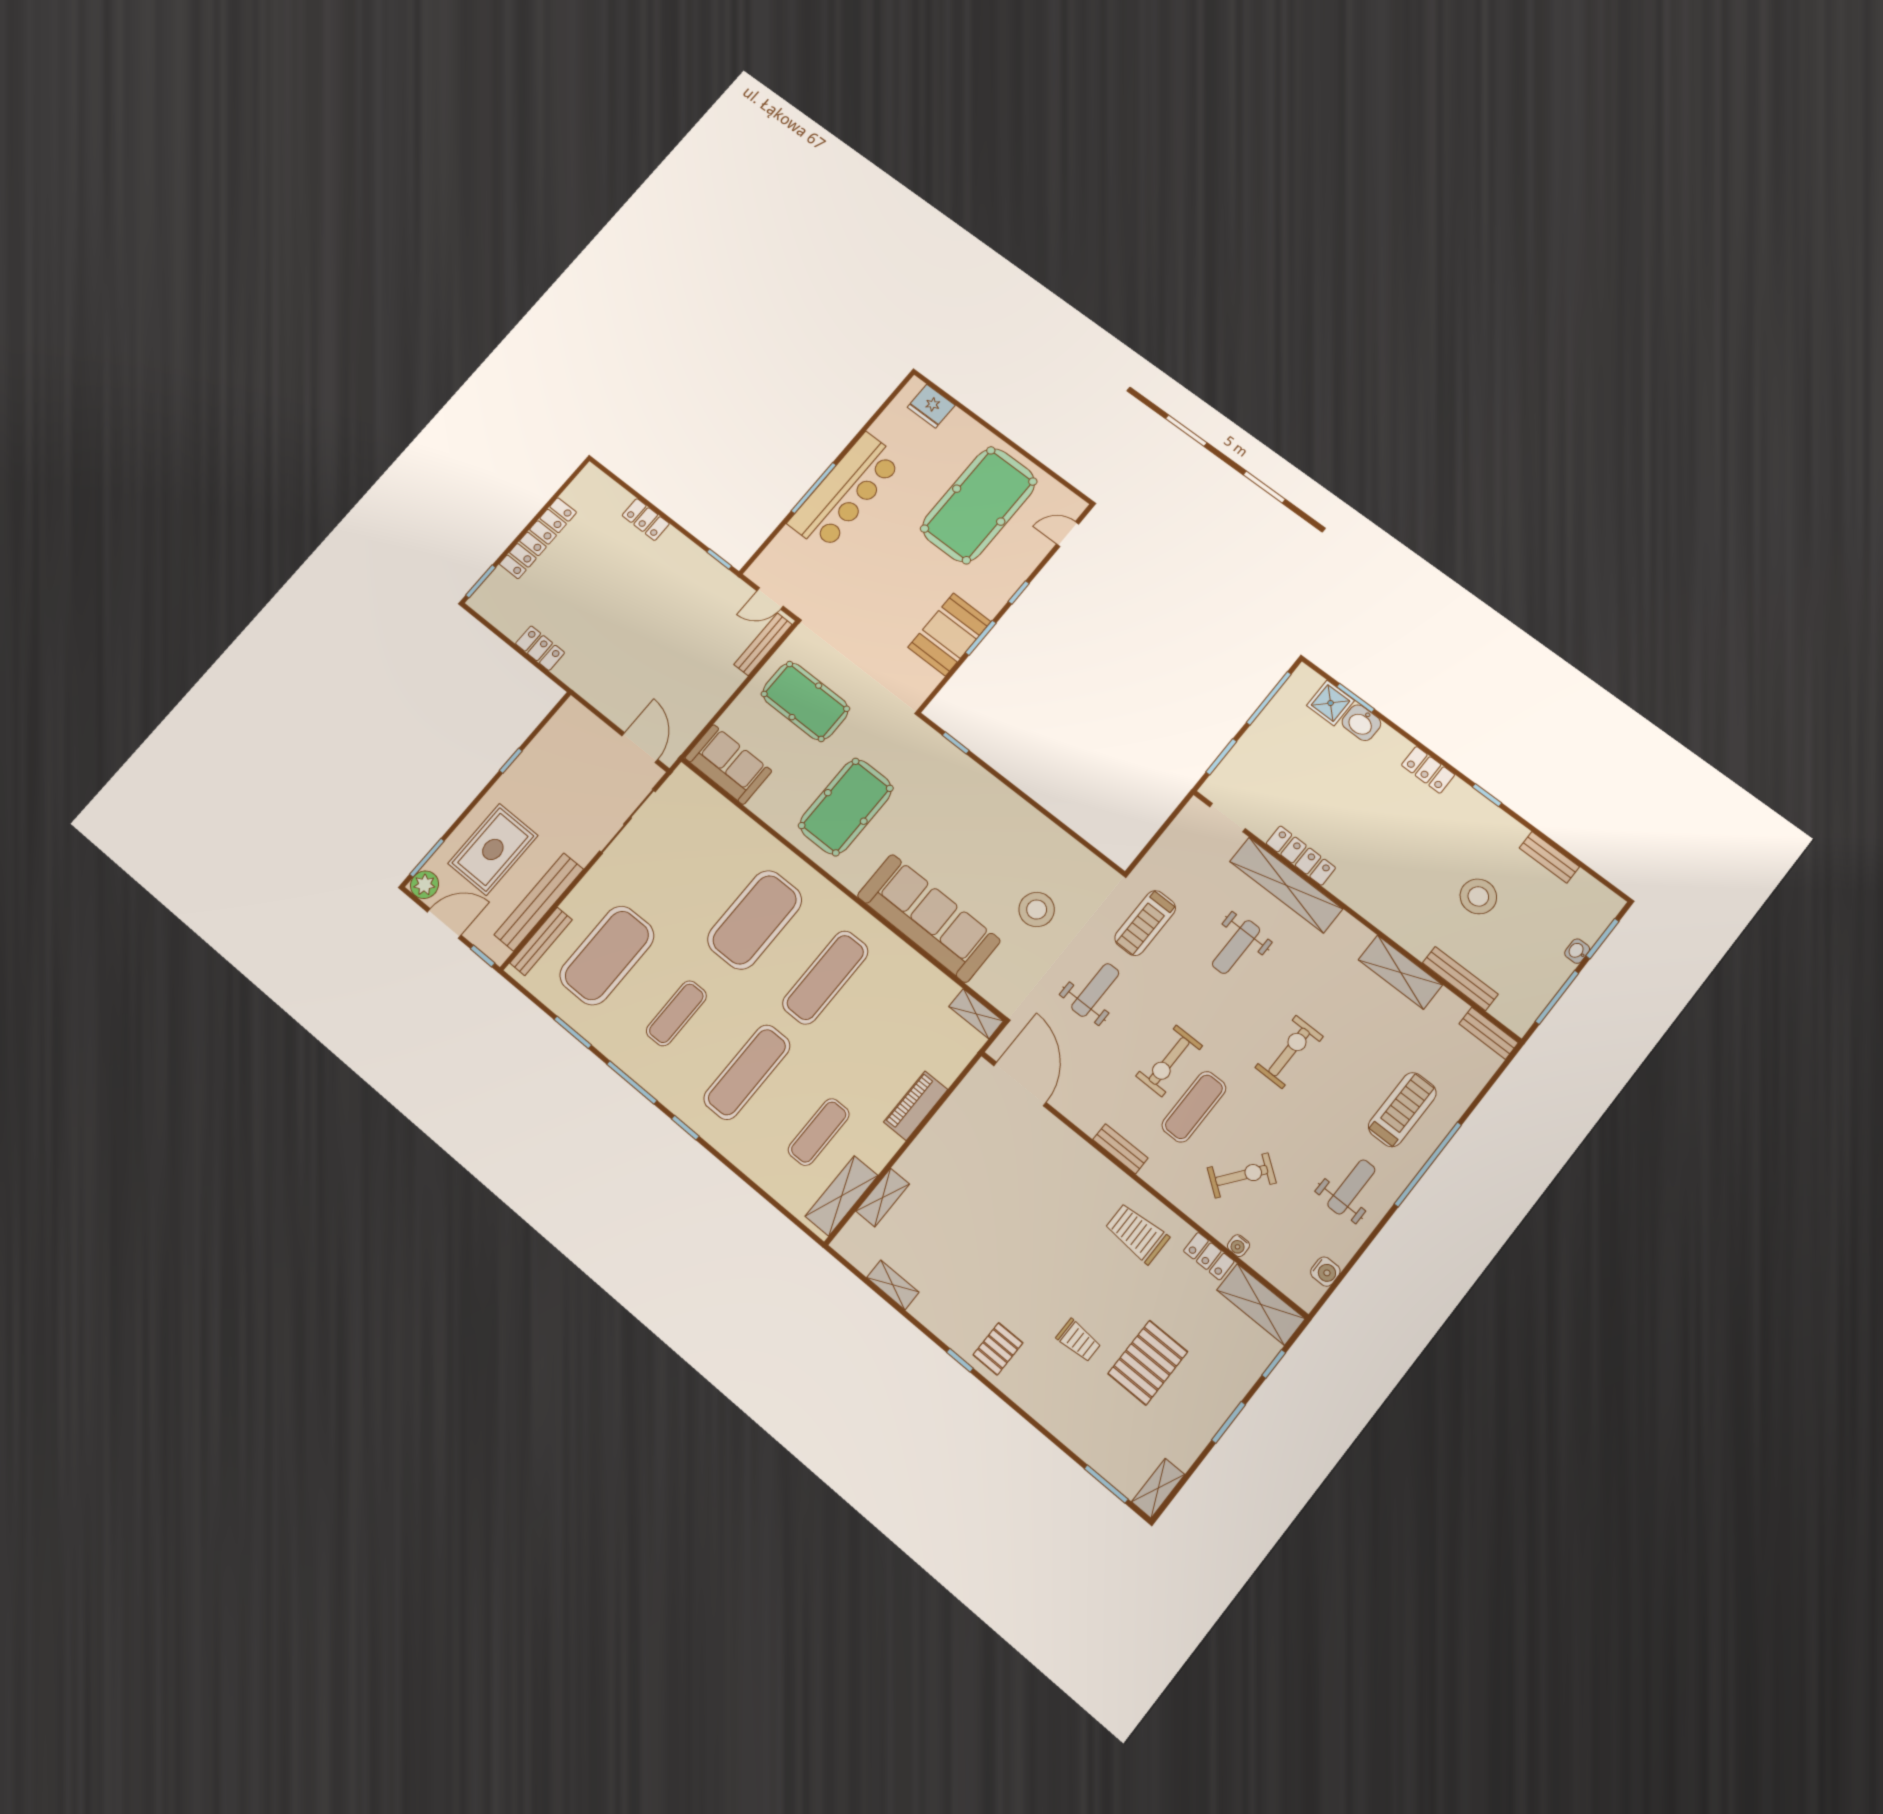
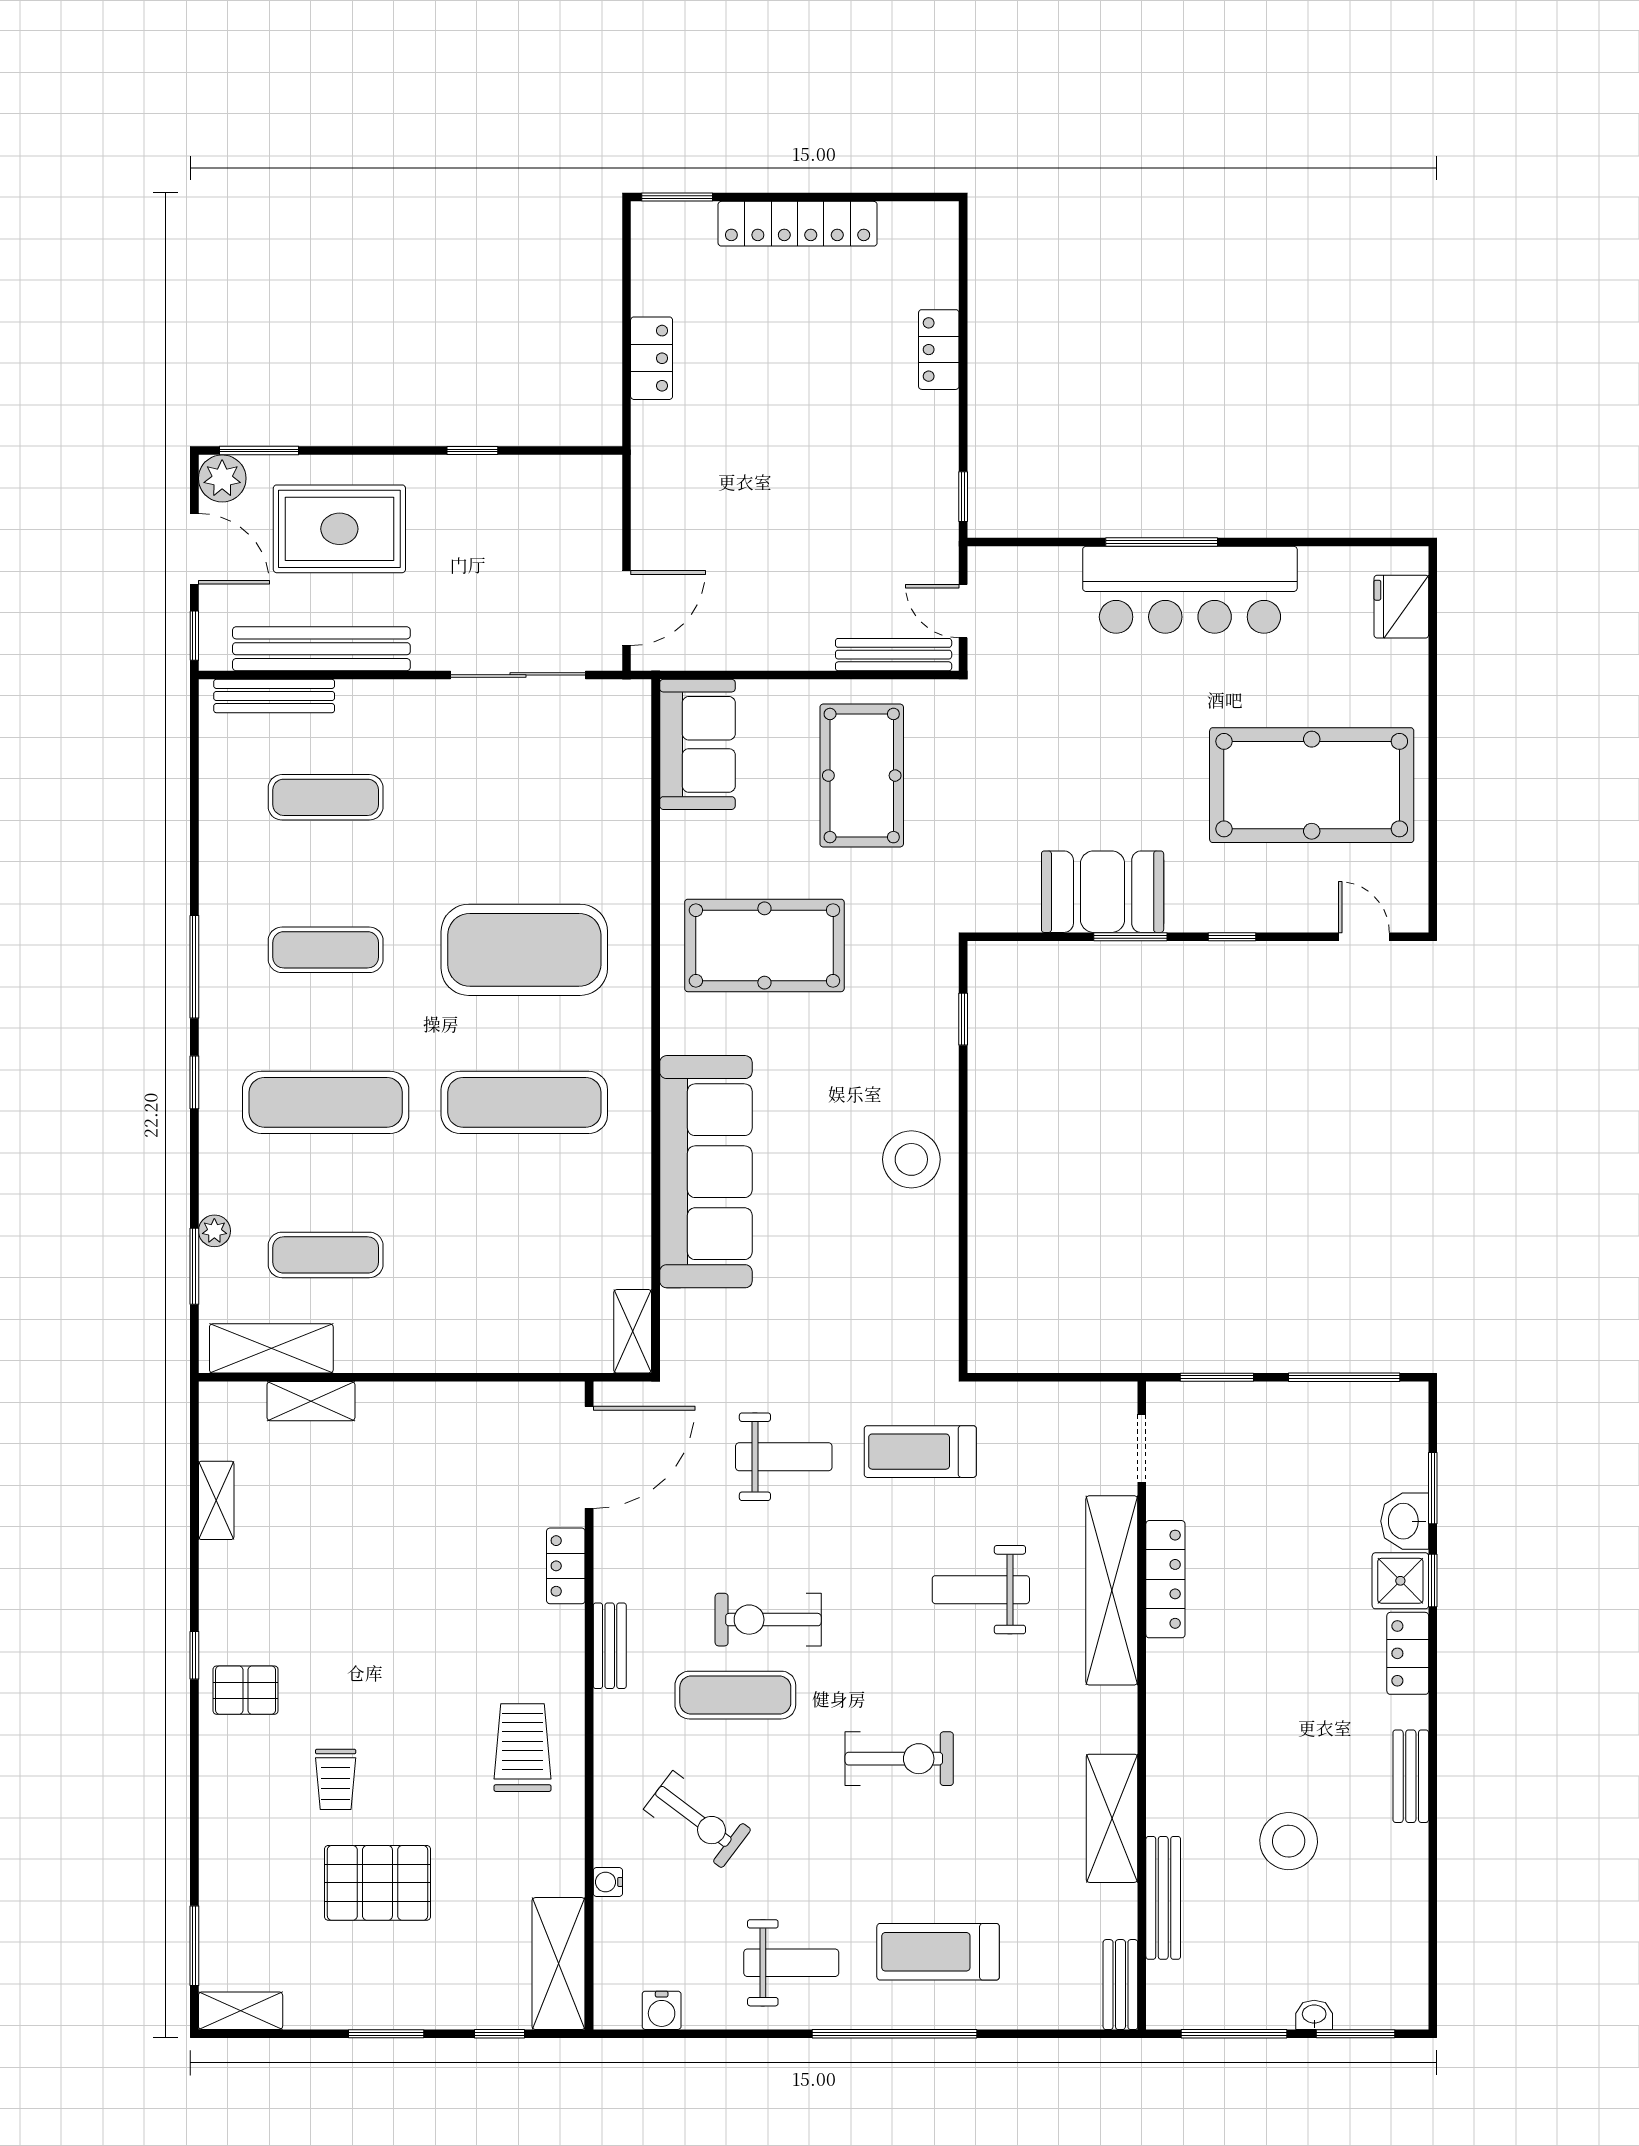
shower: (1331, 703) -> (1400, 1581), moved
window: (1487, 795) -> (1433, 1580), moved
bench: (1549, 857) -> (1411, 1776), moved
stool: (1037, 910) -> (911, 1159), moved
exercise mat: (607, 955) -> (326, 797), width x0.50, depth x0.69
window: (573, 1032) -> (194, 1266), moved
piano: (916, 1106) -> (457, 1349), removed
treadmill: (1402, 1110) -> (938, 1952), turned 180
plant: (763, 1177) -> (214, 1231), added
locker: (1209, 1256) -> (566, 1566), moved

